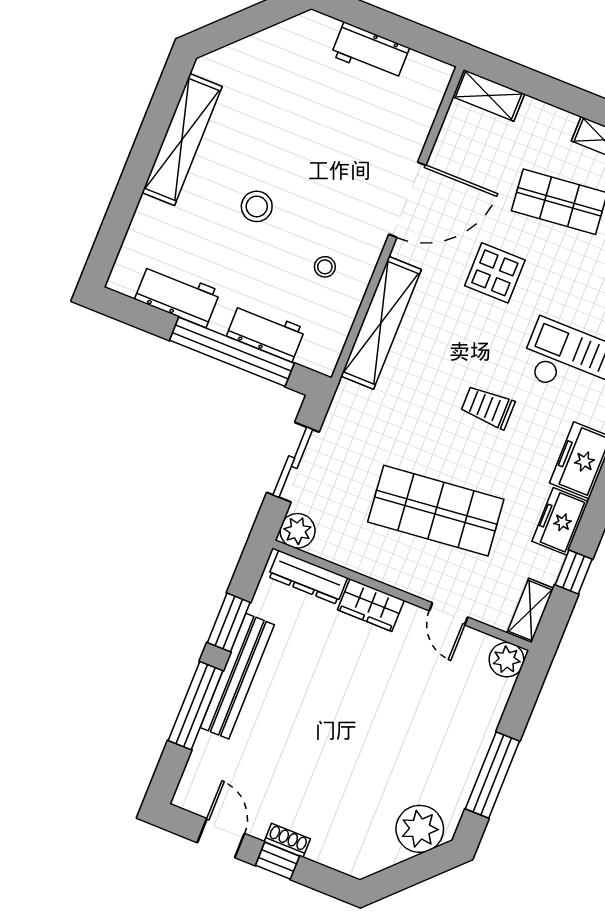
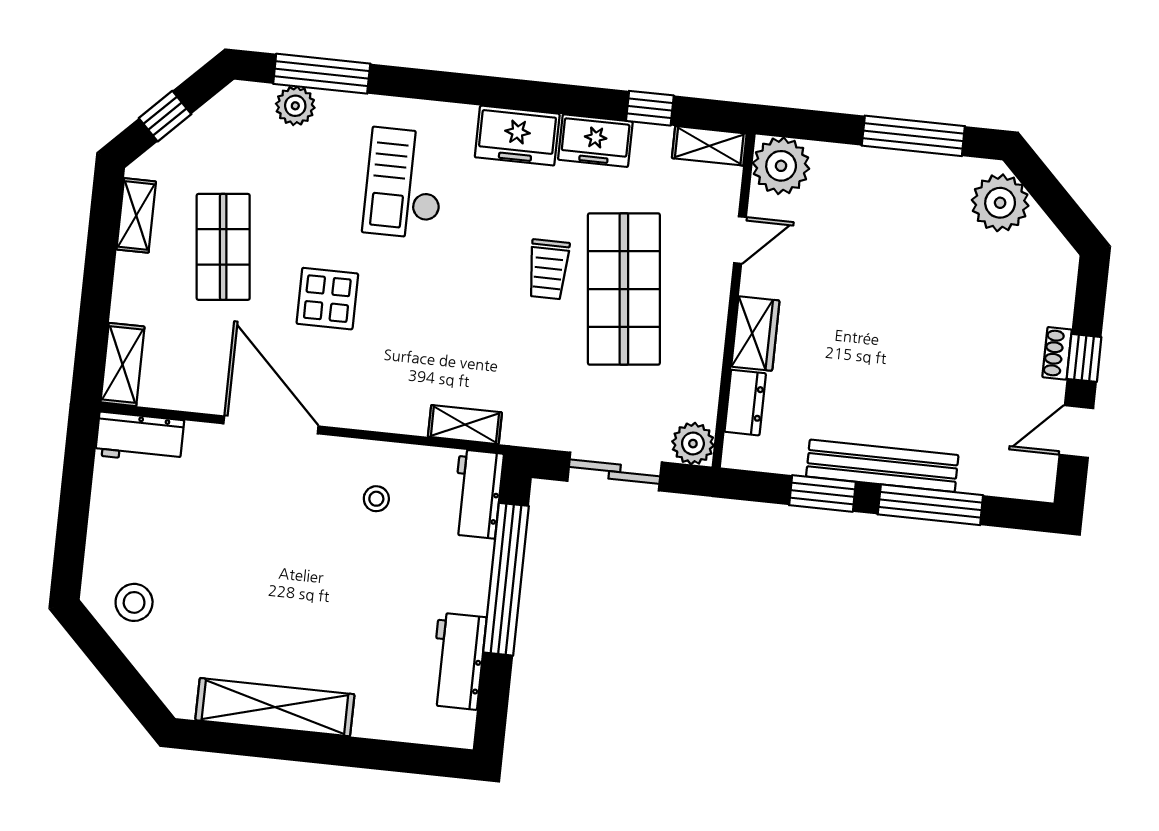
workbench: (370, 52) -> (140, 438), moved, turned 90
stool: (257, 206) -> (134, 602), moved
shelving: (381, 323) -> (465, 425), width x0.45, depth x0.75
workbench: (266, 332) -> (478, 494), moved
trolley: (488, 407) -> (548, 269), moved
dresser: (308, 577) -> (745, 403), width x0.70
plant: (507, 660) -> (781, 166), width x1.36, depth x1.36

